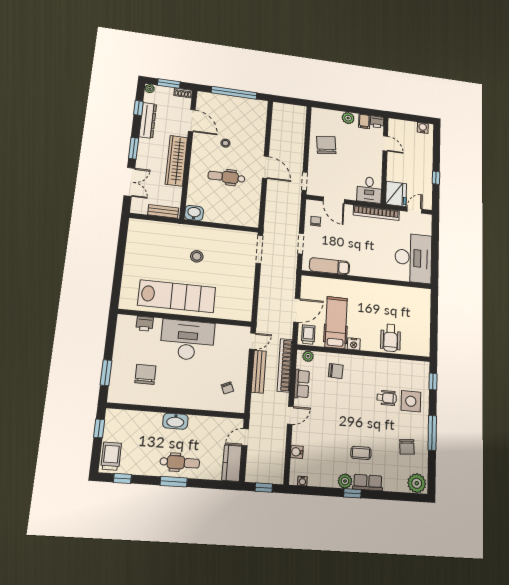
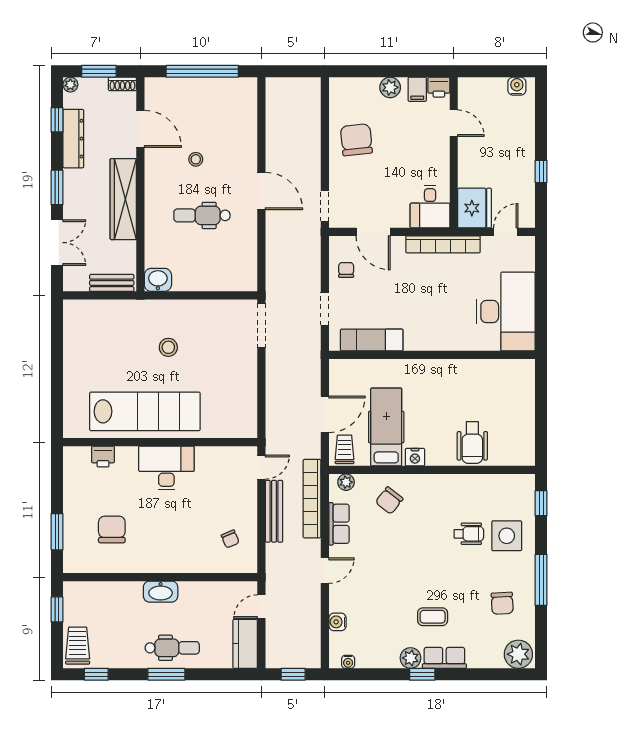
desk: (187, 340) -> (166, 468), width x0.73, depth x0.77
chair: (336, 371) -> (389, 500), turned 125

